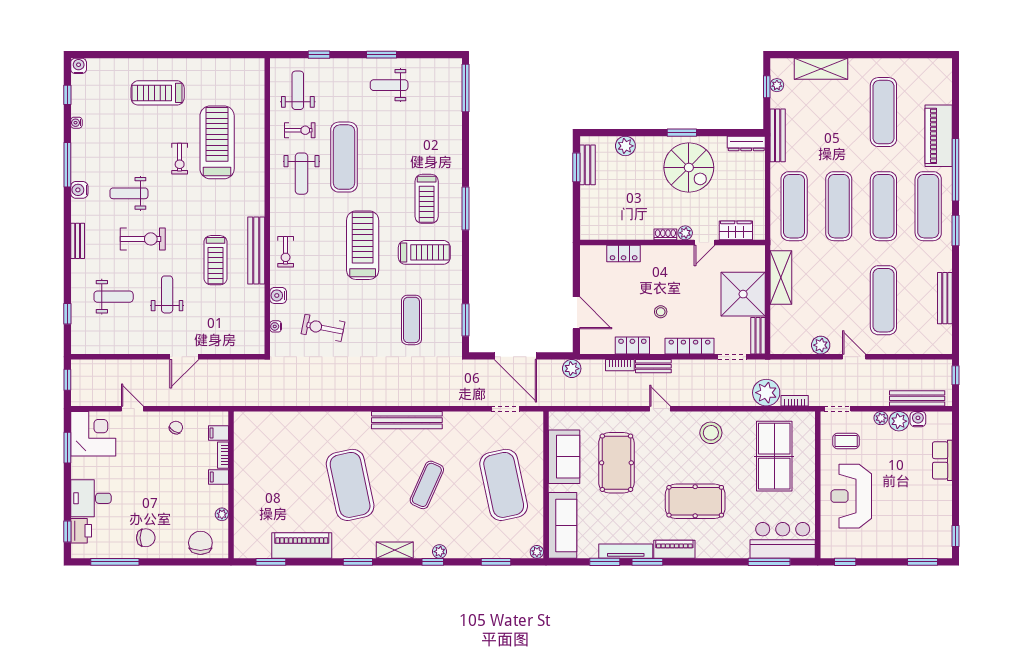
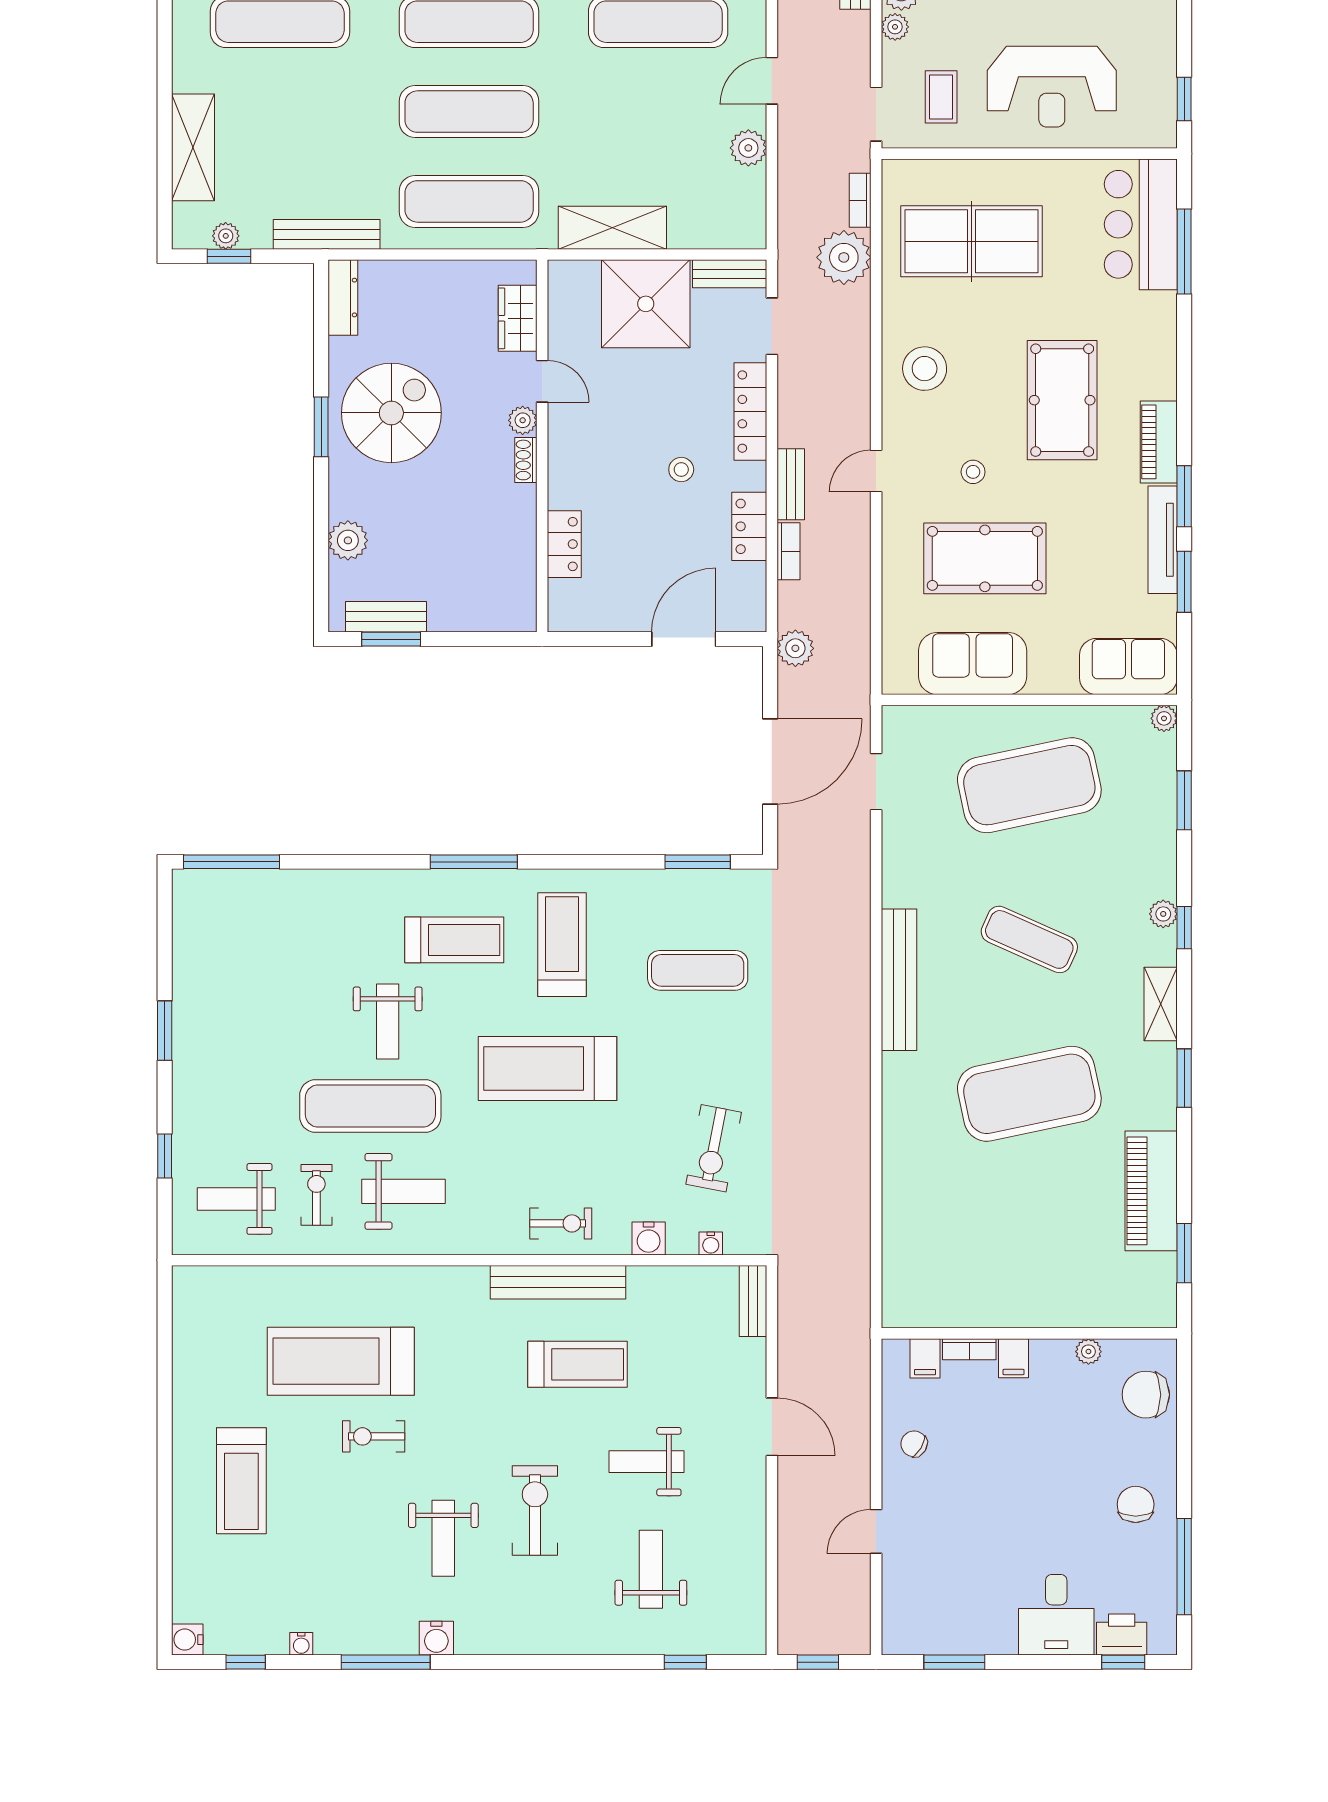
weight bench: (389, 85) -> (388, 1021), moved
exercise bike: (180, 159) -> (374, 1436), turned 180
bench: (78, 241) -> (753, 1301), moved, turned 90
corner desk: (93, 434) -> (926, 1610), removed
stool: (659, 457) -> (973, 472), added
sofa: (563, 525) -> (1128, 667), width x0.73

